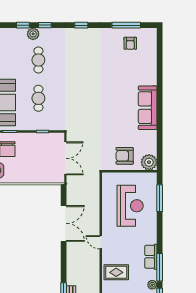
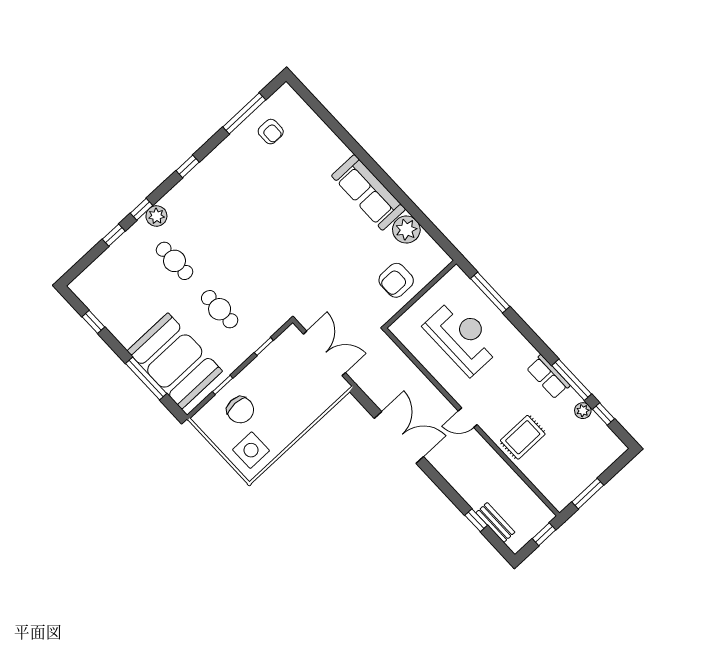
plant: (33, 34) -> (156, 216), moved
plant: (149, 162) -> (406, 230), moved

